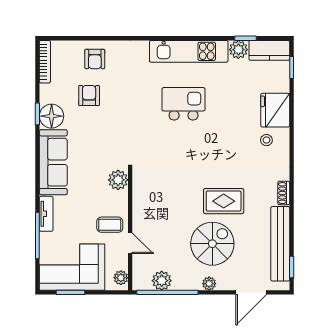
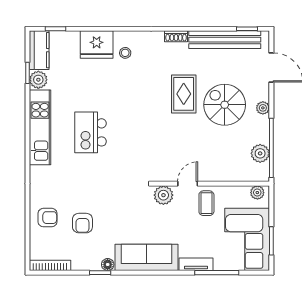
armchair: (89, 96) -> (82, 223), turned -90
floor lamp: (52, 116) -> (108, 265), width x0.53, depth x0.53
door: (130, 243) -> (188, 184), moved

